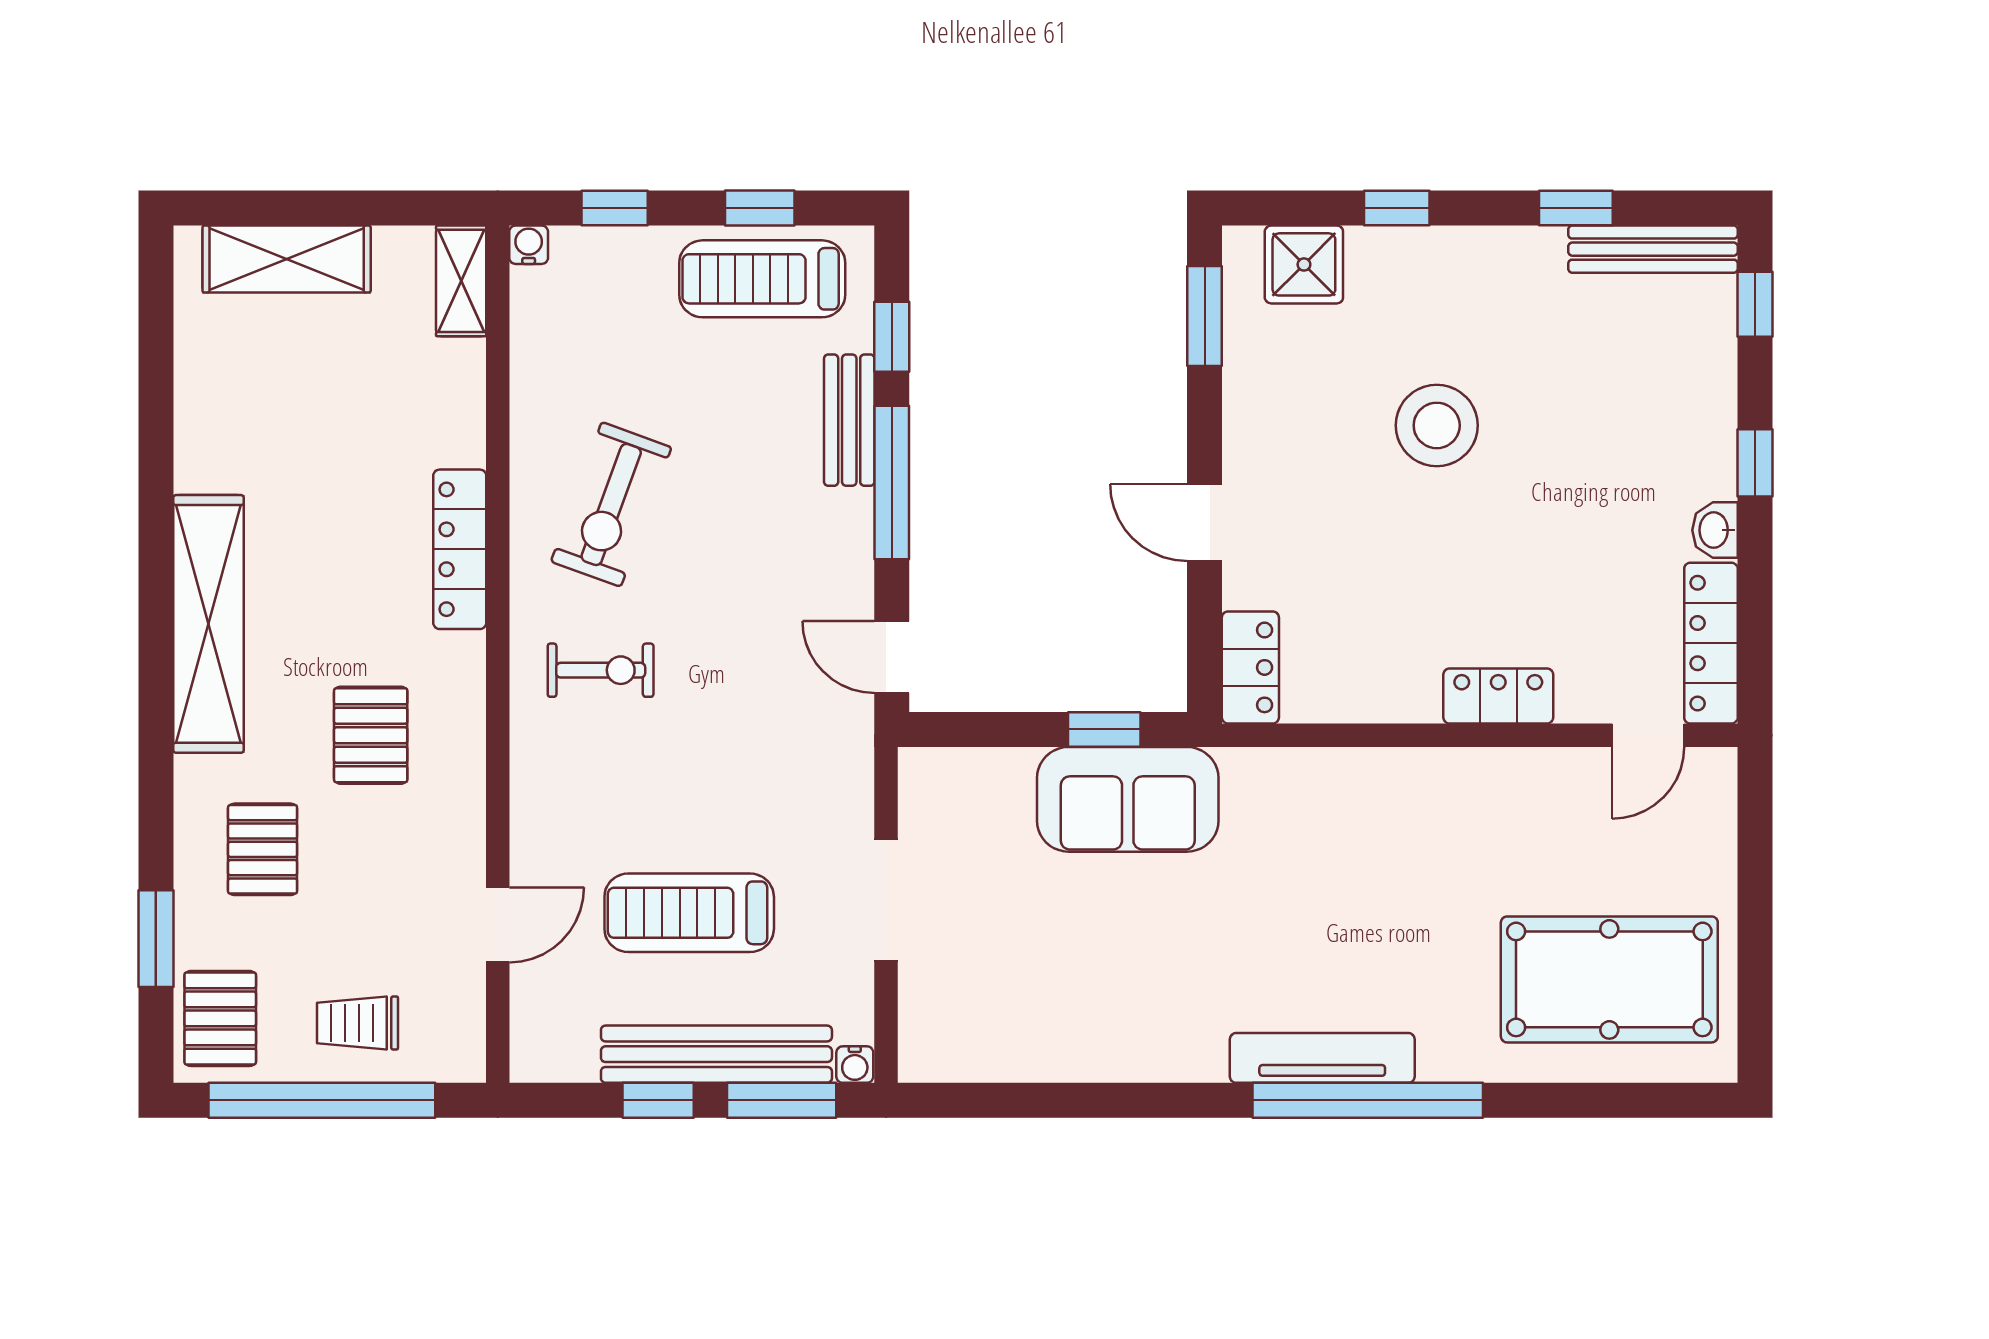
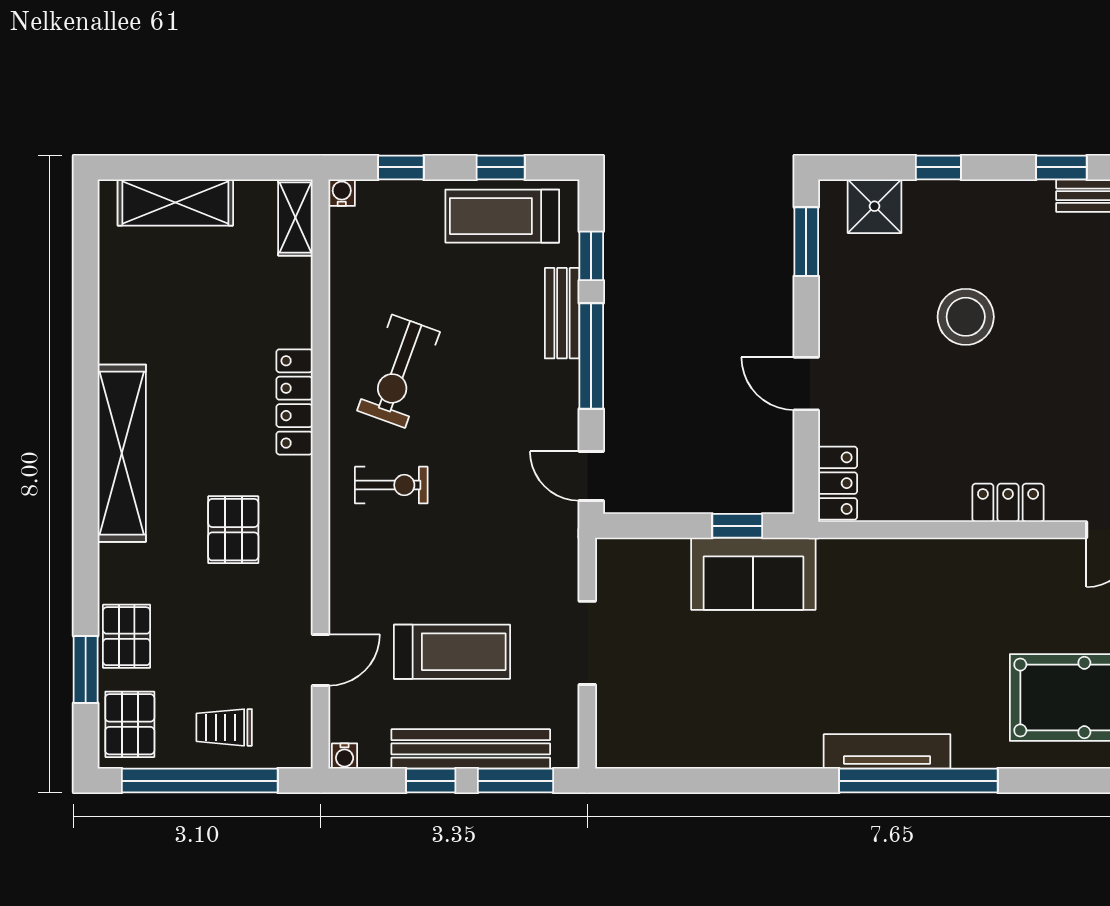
pallet: (263, 849) -> (127, 636), moved
treadmill: (689, 913) -> (452, 652), turned 180
water cooler: (855, 1065) -> (345, 756), moved

